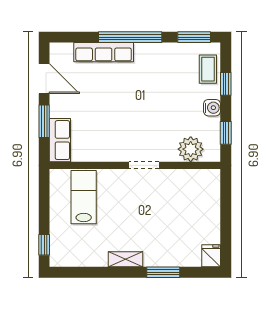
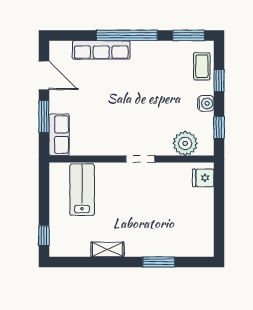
fridge: (211, 256) -> (203, 178), moved, turned -90
shelving: (125, 259) -> (108, 249), moved

